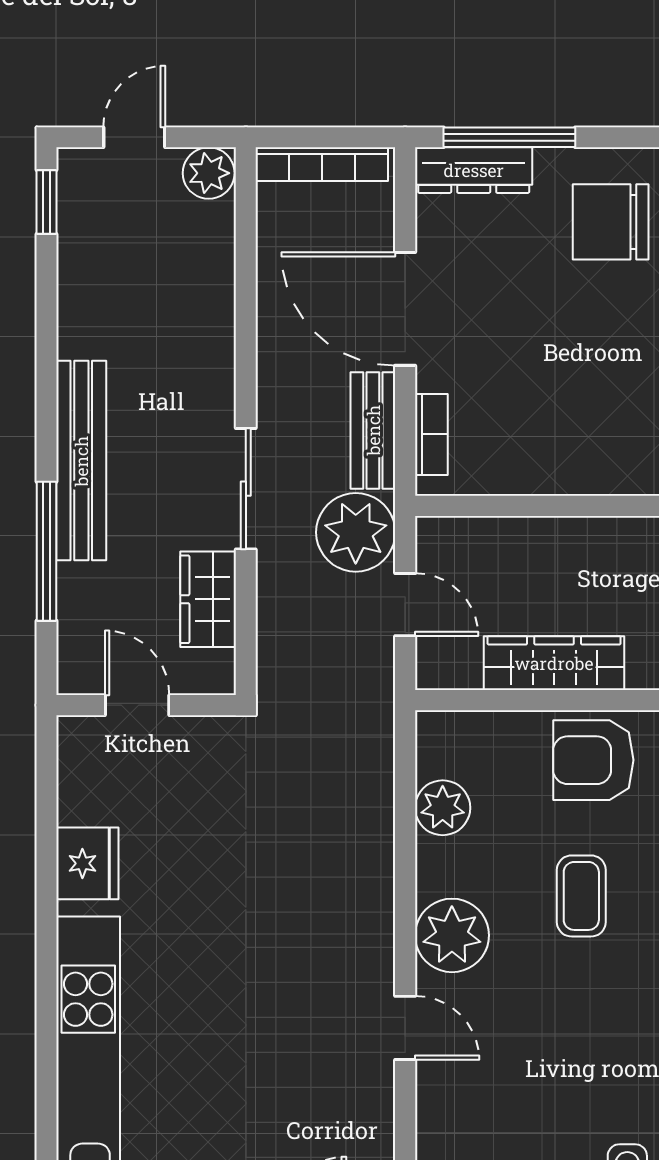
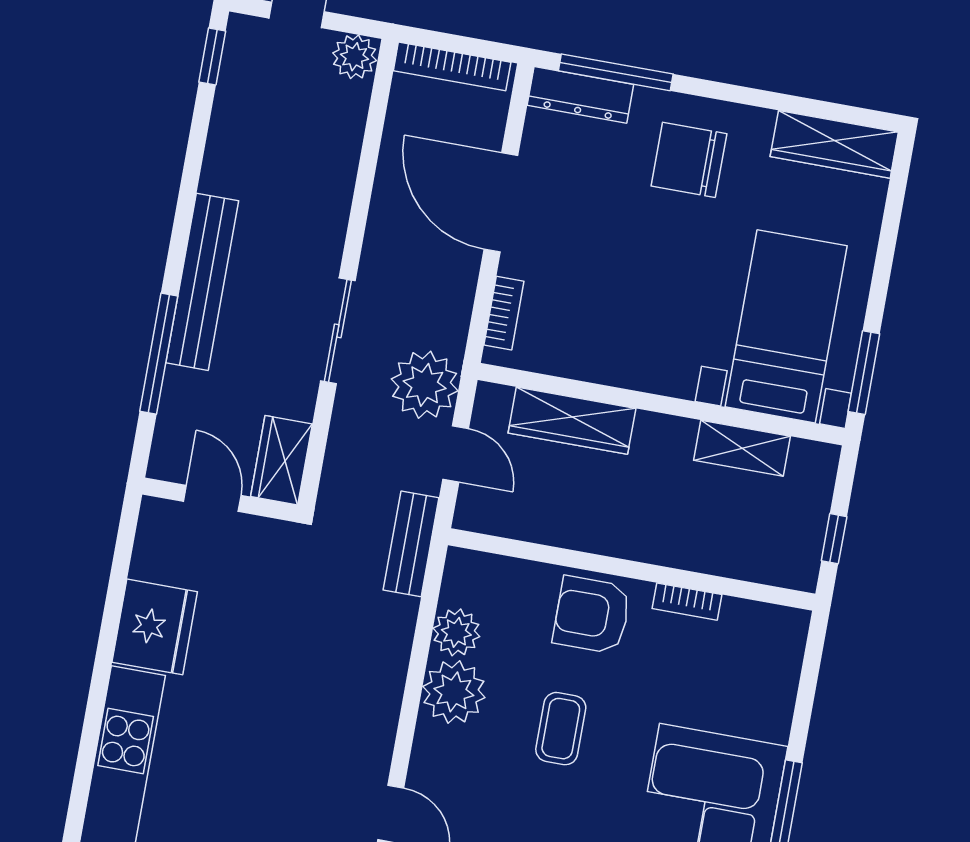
bench: (373, 430) -> (411, 544), moved
wardrobe: (208, 599) -> (281, 460), moved
wardrobe: (554, 663) -> (572, 421), moved, turned 180
fridge: (87, 863) -> (155, 627), width x1.36, depth x1.34
plant: (452, 935) -> (454, 692), moved

